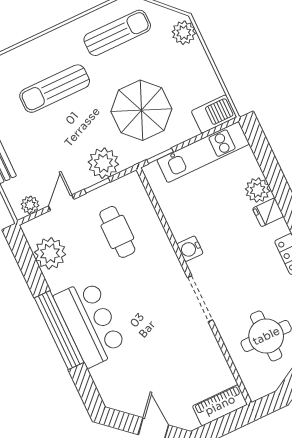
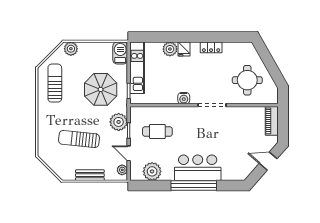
sun lounger: (55, 89) -> (79, 139), moved, turned 96

